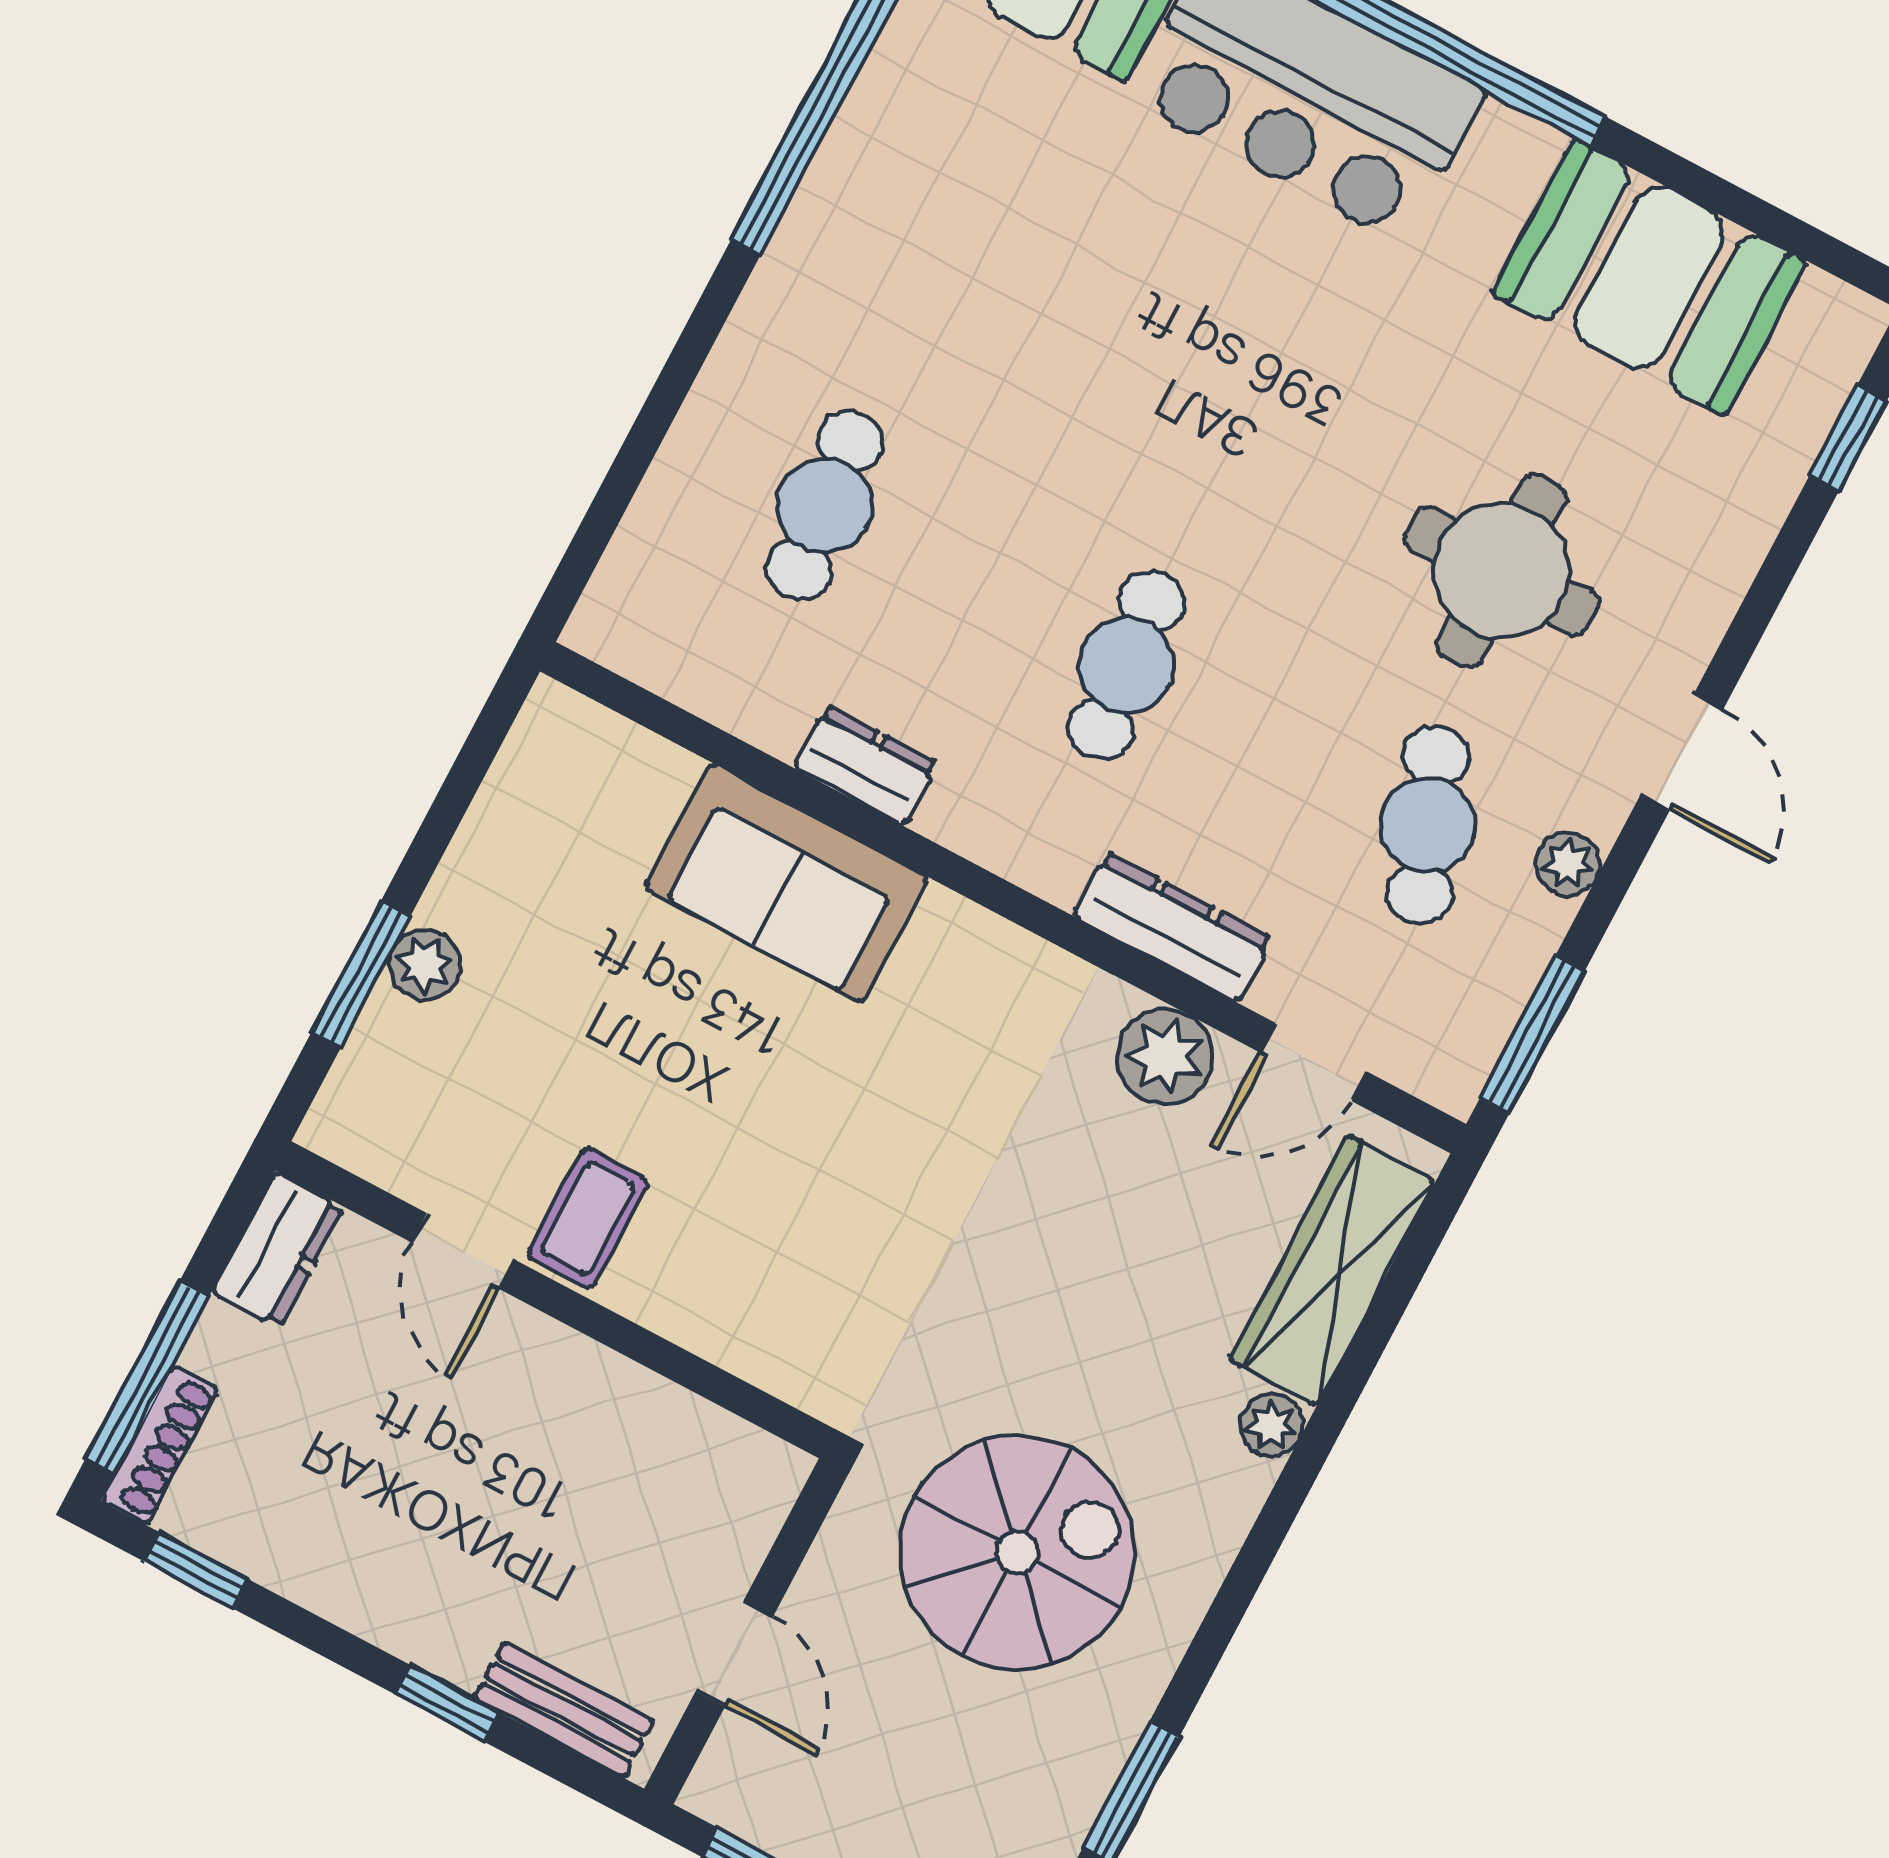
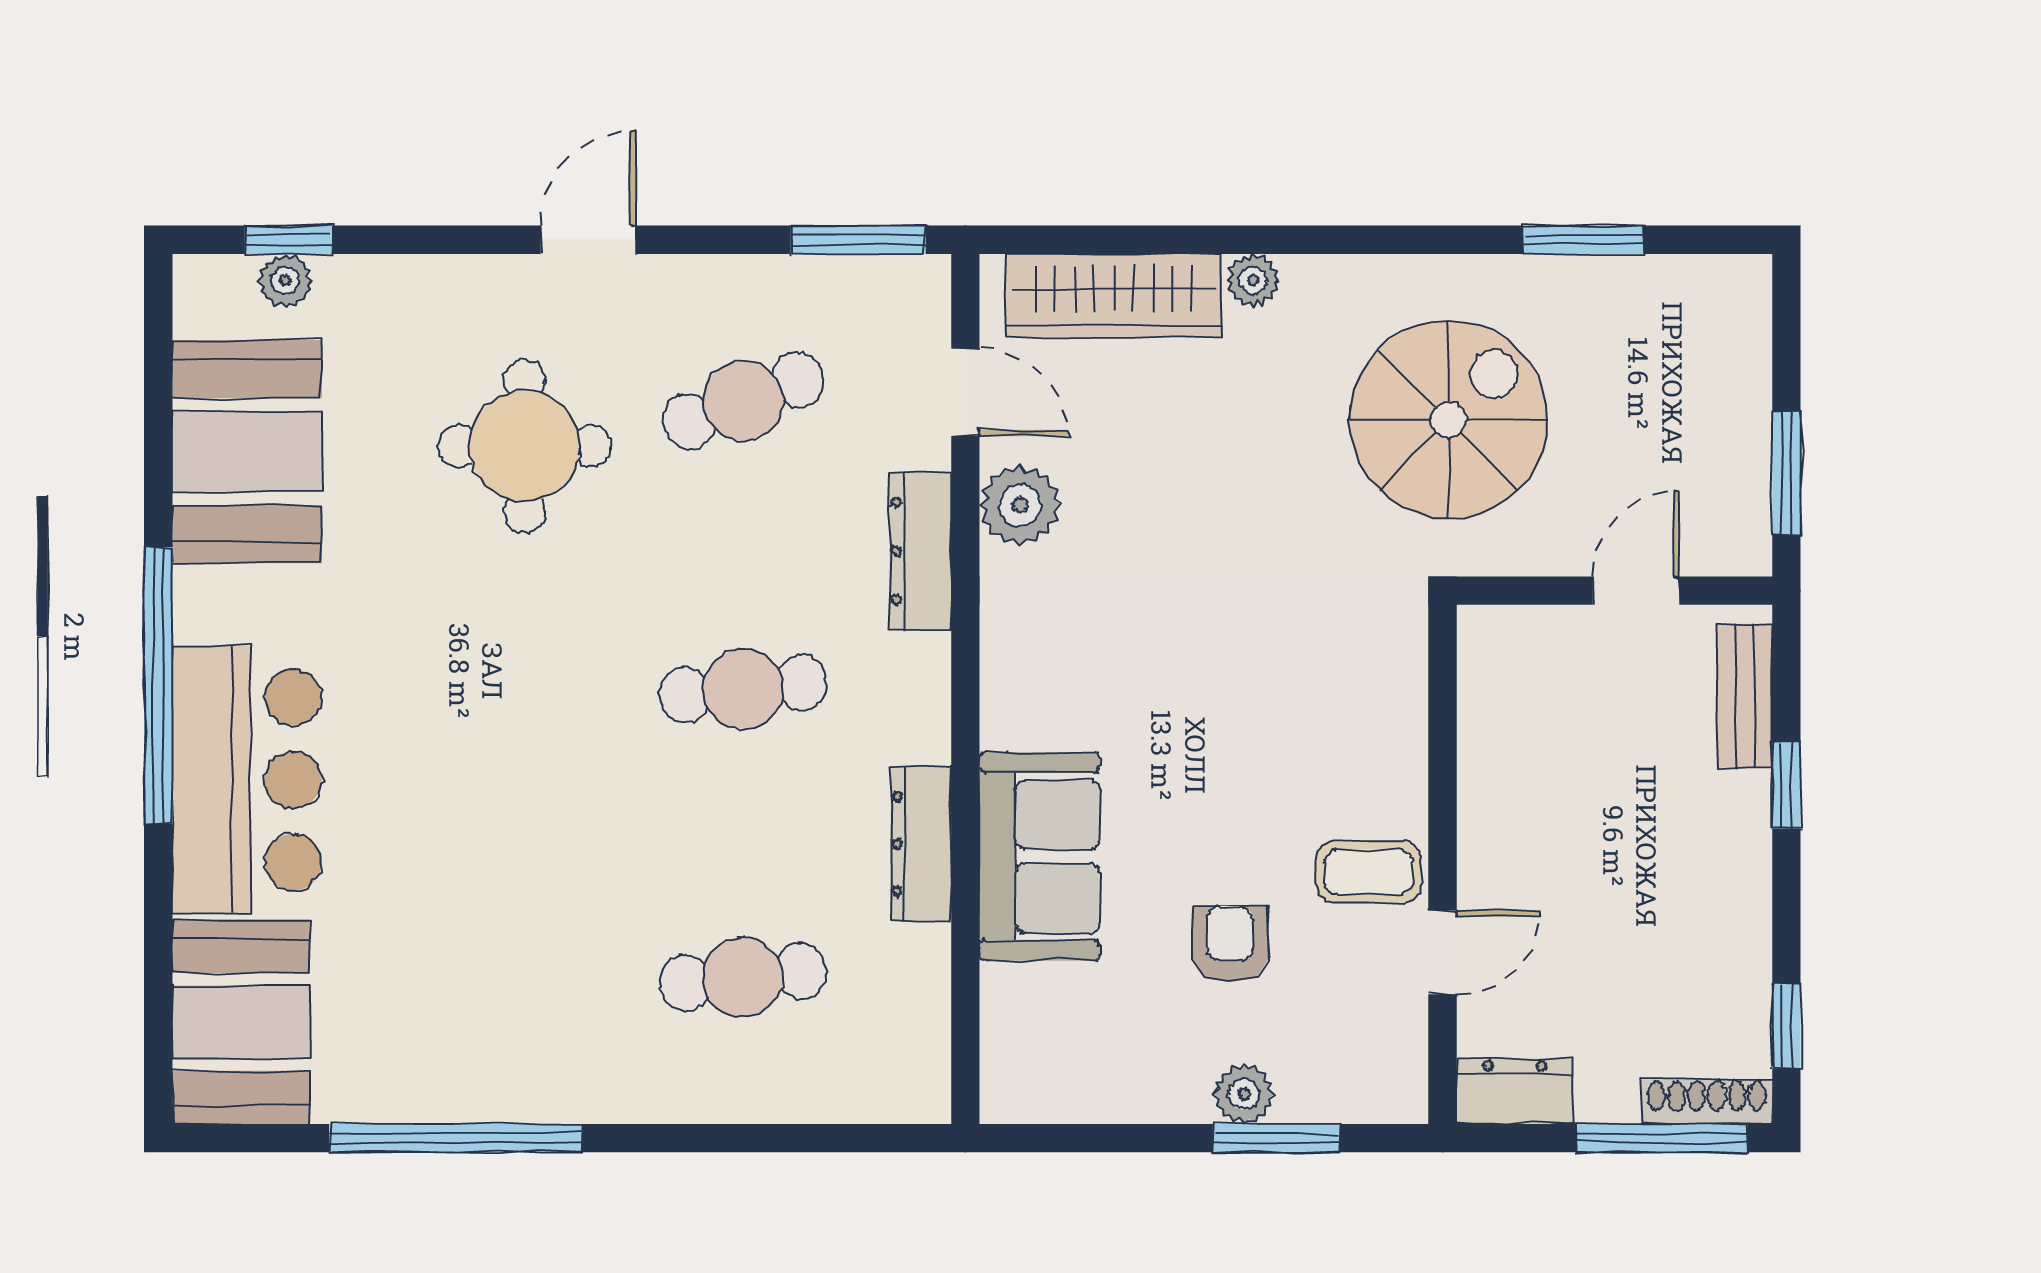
dresser: (865, 765) -> (921, 844), width x1.44
plant: (1568, 864) -> (285, 281), moved
armchair: (589, 1033) -> (1230, 944), added
spiral stairs: (1017, 1552) -> (1448, 420), turned 90

